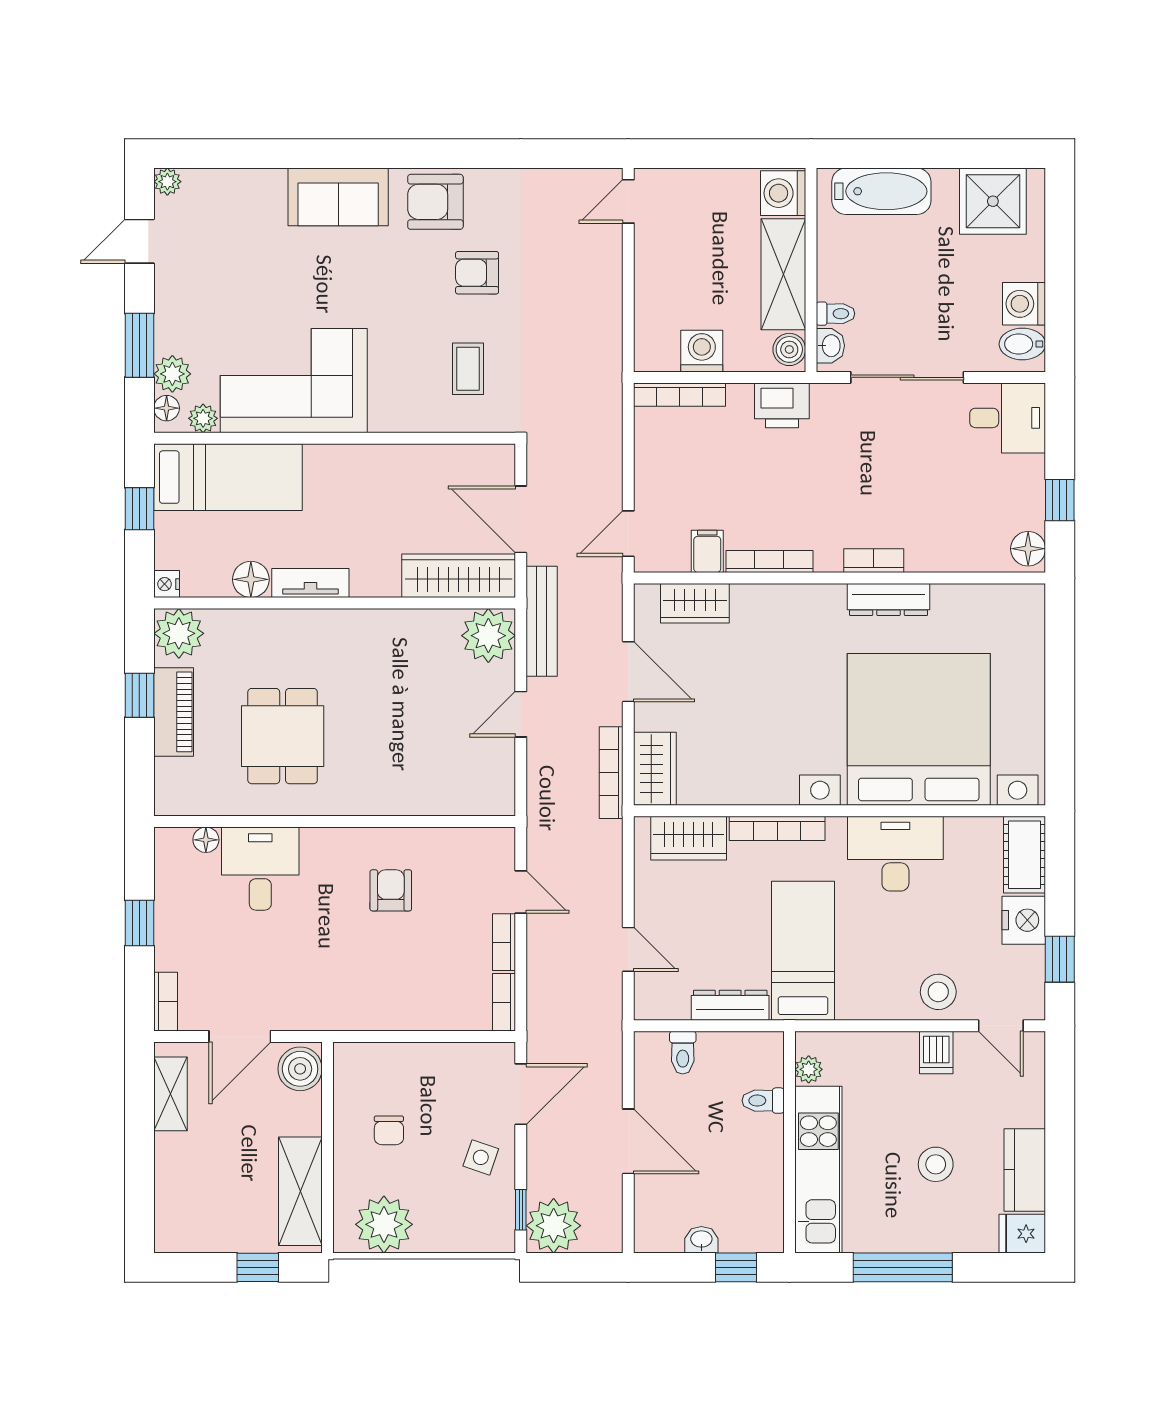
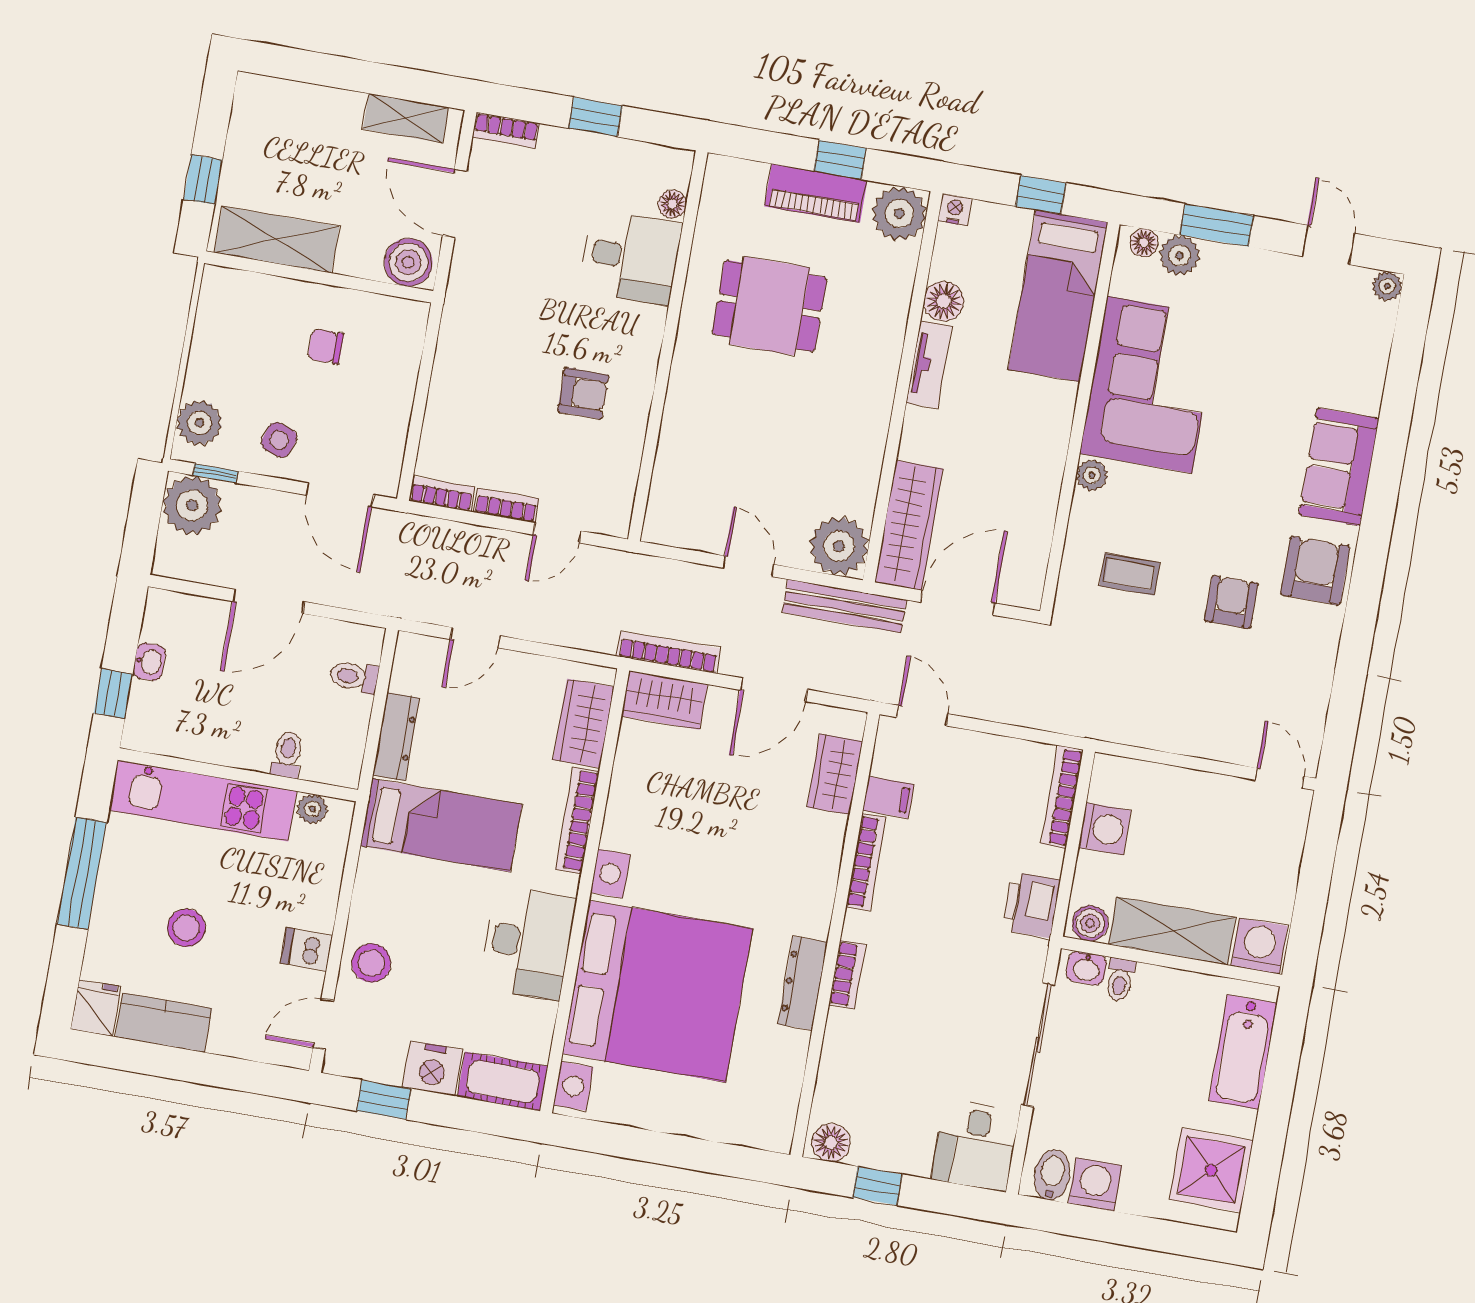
plant: (203, 418) -> (1092, 475), moved
plant: (384, 1224) -> (199, 423), moved, width x0.73, depth x0.73

